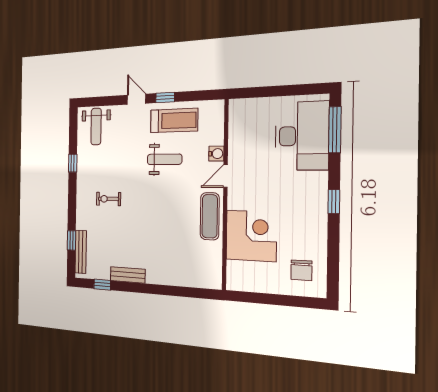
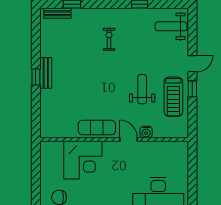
weight bench: (164, 159) -> (142, 89), turned 180
bench: (81, 252) -> (58, 13), width x0.73
bench: (128, 275) -> (46, 73), moved
window: (102, 285) -> (36, 77), moved

